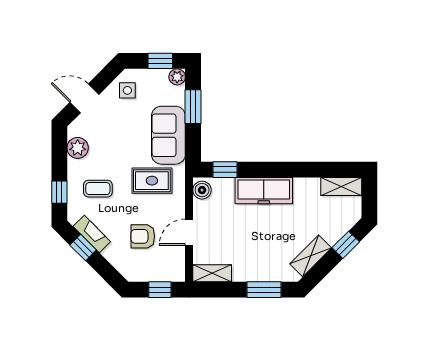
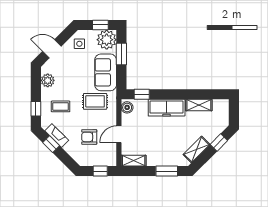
plant: (177, 77) -> (107, 40), width x1.87, depth x1.87
shelving: (341, 186) -> (199, 105), moved

